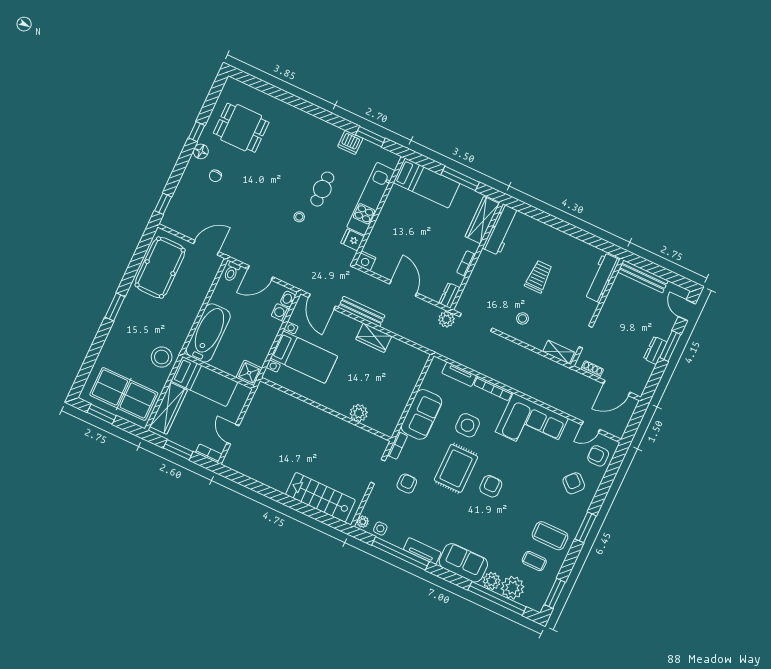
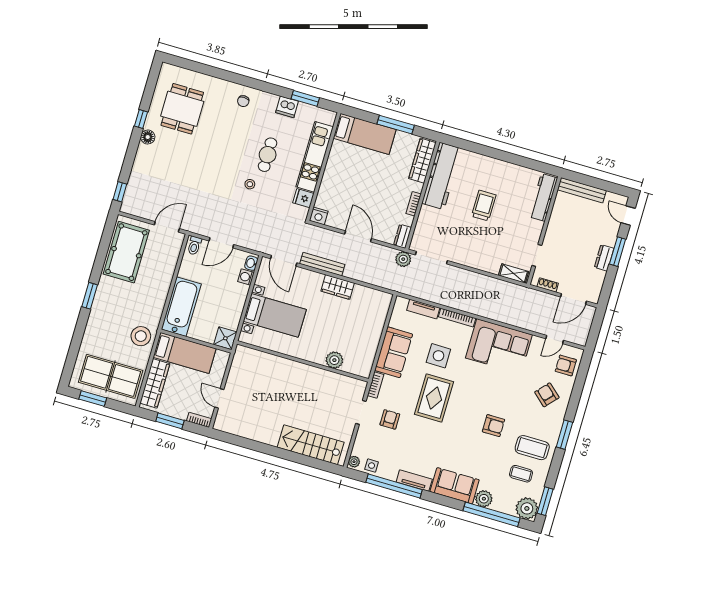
dining table: (241, 128) -> (182, 109), turned 90
chair: (215, 176) -> (243, 101), moved
workbench: (501, 230) -> (442, 176), width x1.36, depth x1.32
stool: (522, 318) -> (475, 247), removed
armchair: (491, 486) -> (493, 426), moved, turned 90
plant: (512, 588) -> (527, 508), moved

